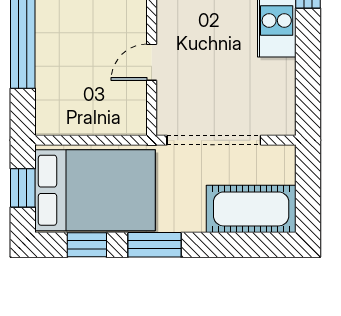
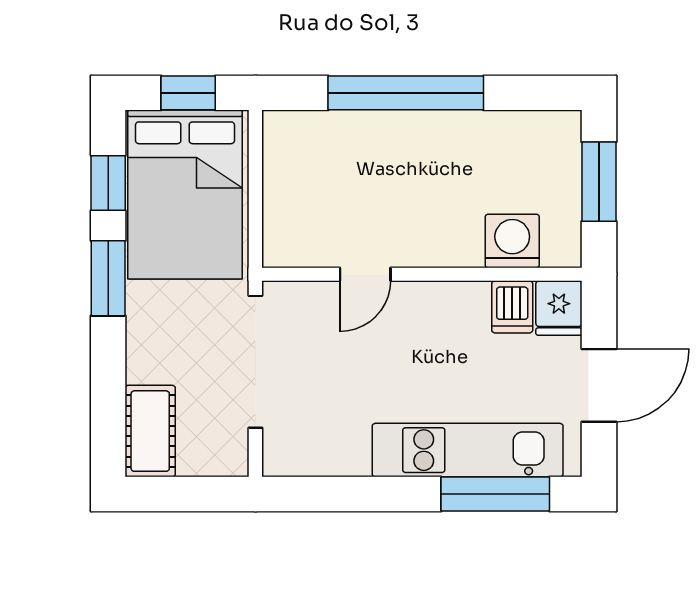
door: (152, 62) -> (365, 274), swing flipped
cot: (251, 209) -> (150, 431), width x0.73, depth x0.75

